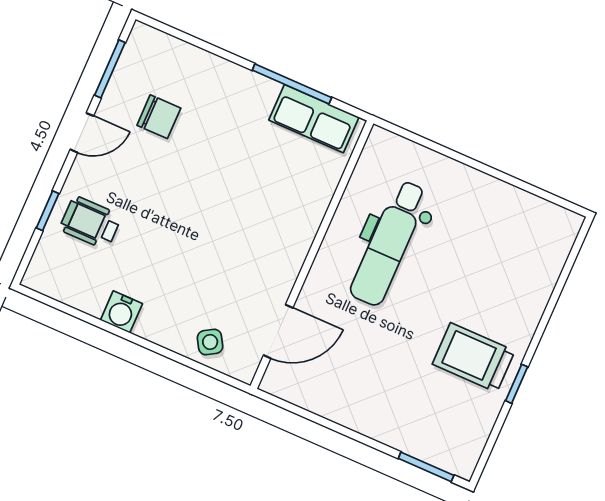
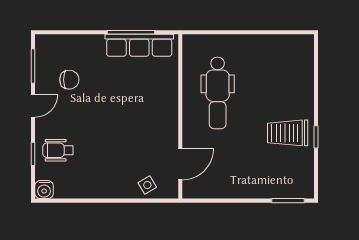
row of seats: (314, 119) -> (139, 45), width x1.48
water cooler: (121, 312) -> (44, 190), moved

